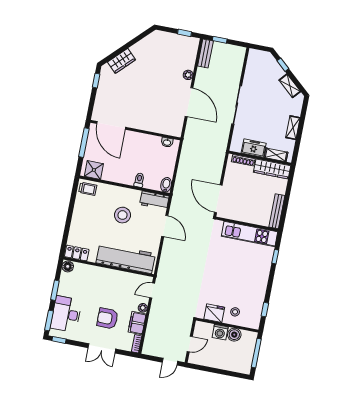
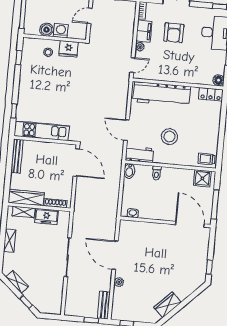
wardrobe: (121, 61) -> (168, 305), moved
armchair: (107, 318) -> (174, 33), turned 90

